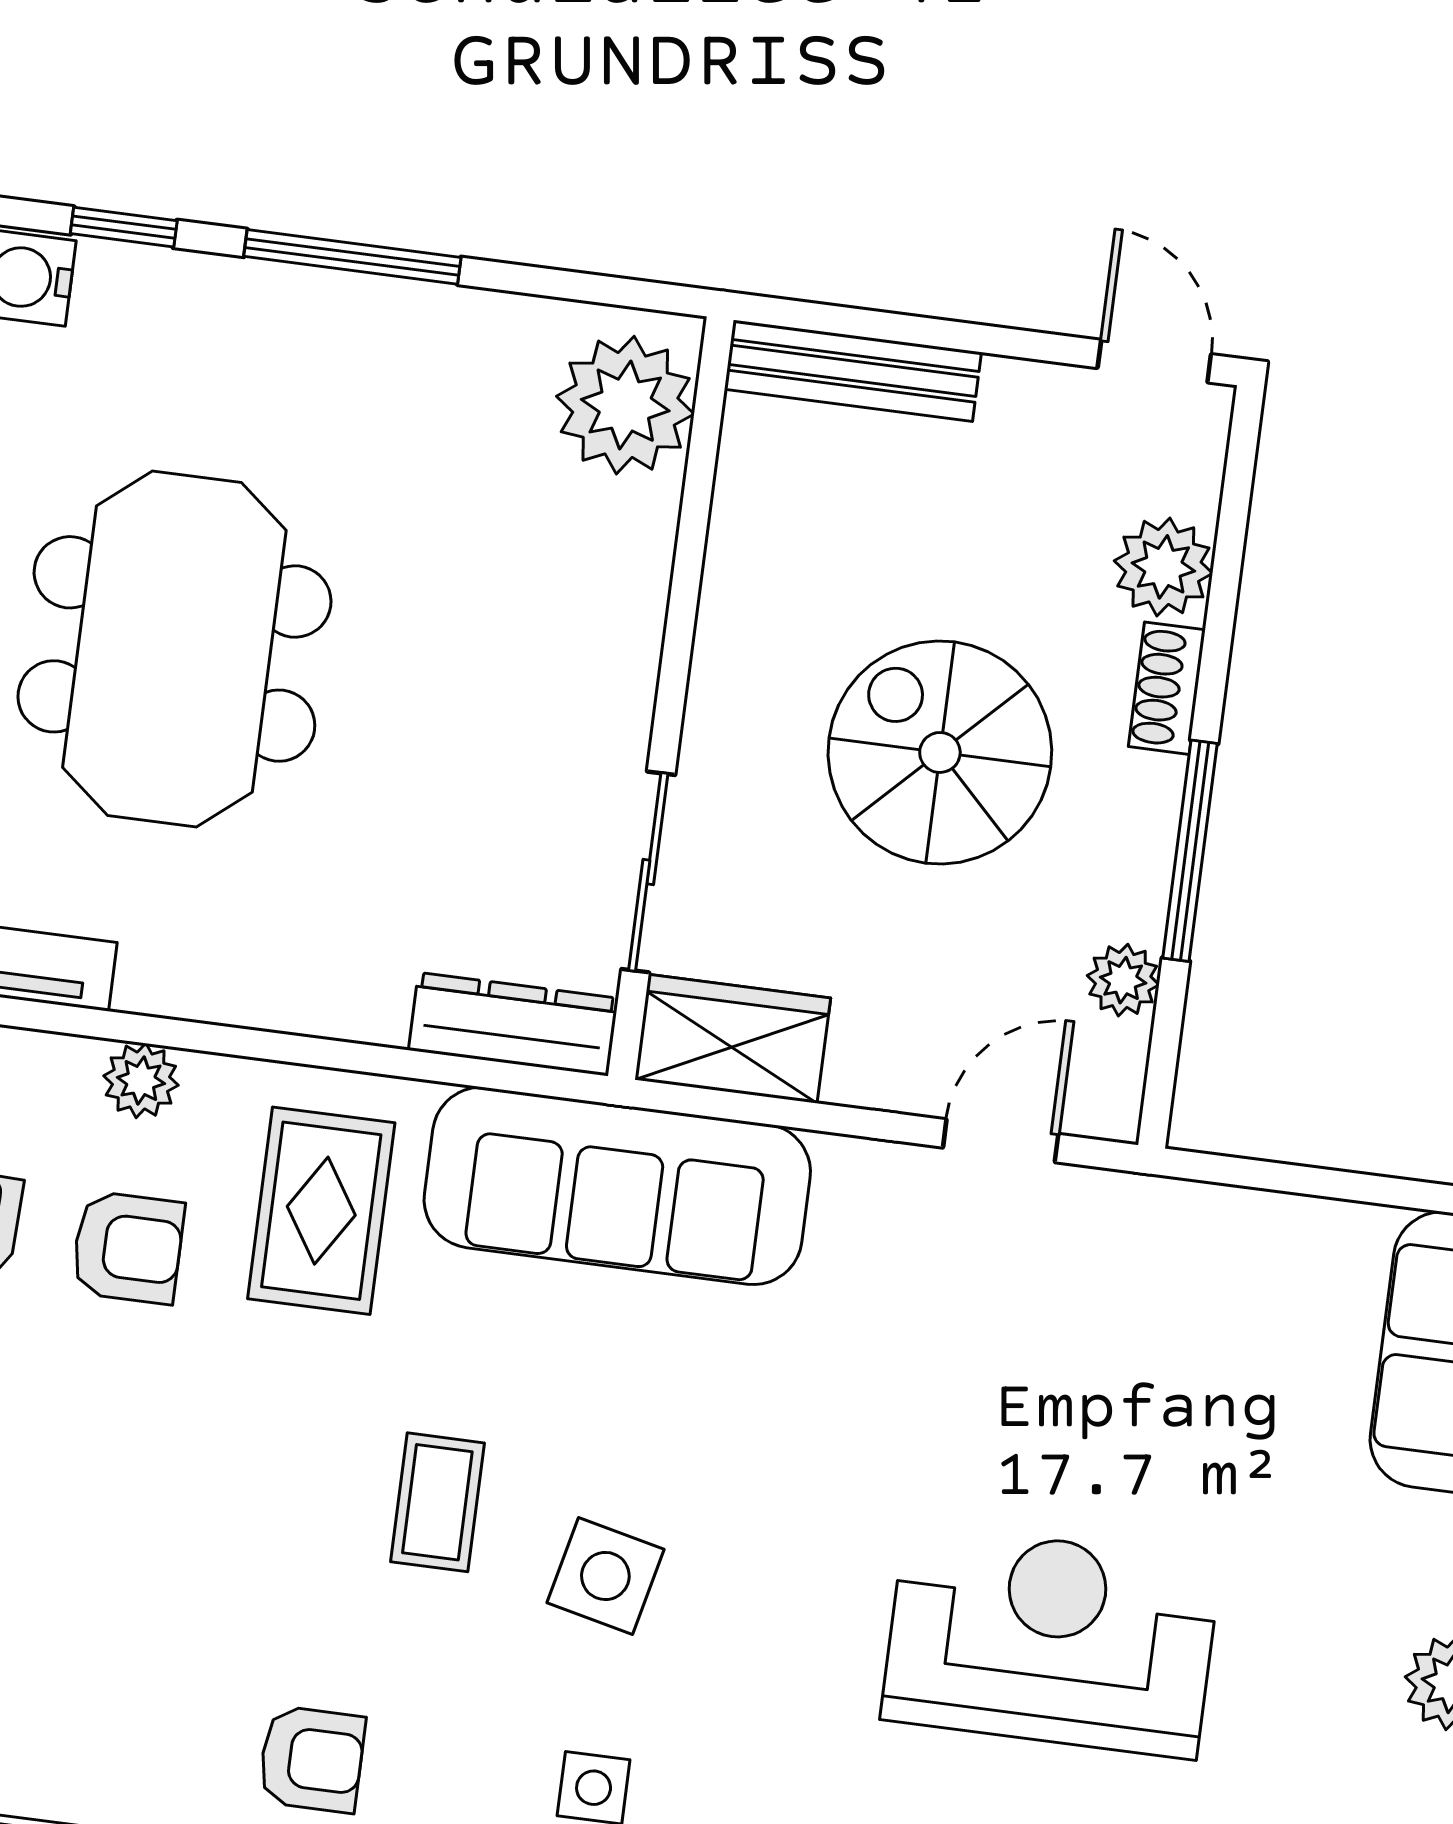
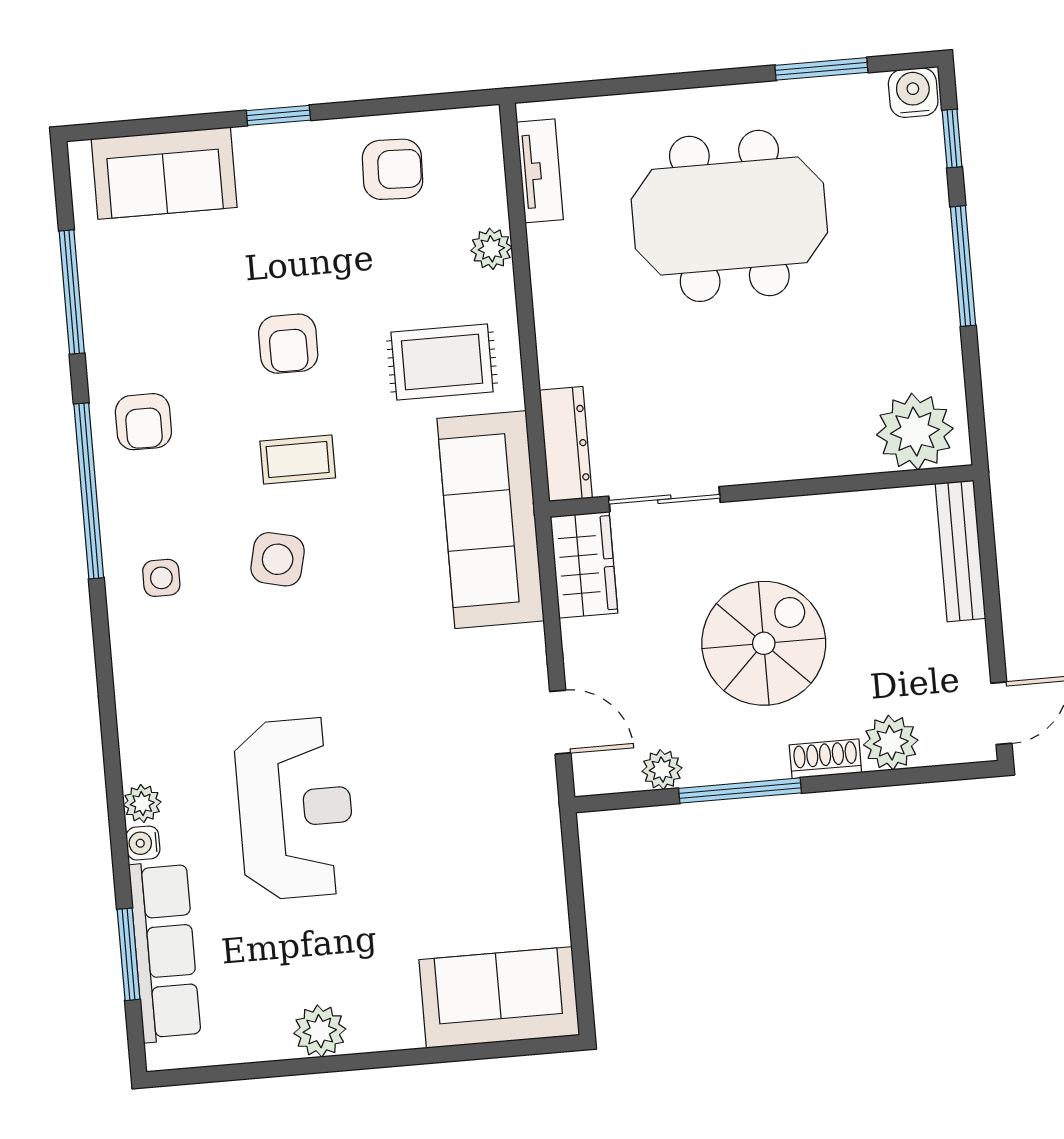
armchair: (128, 1247) -> (288, 344), moved

